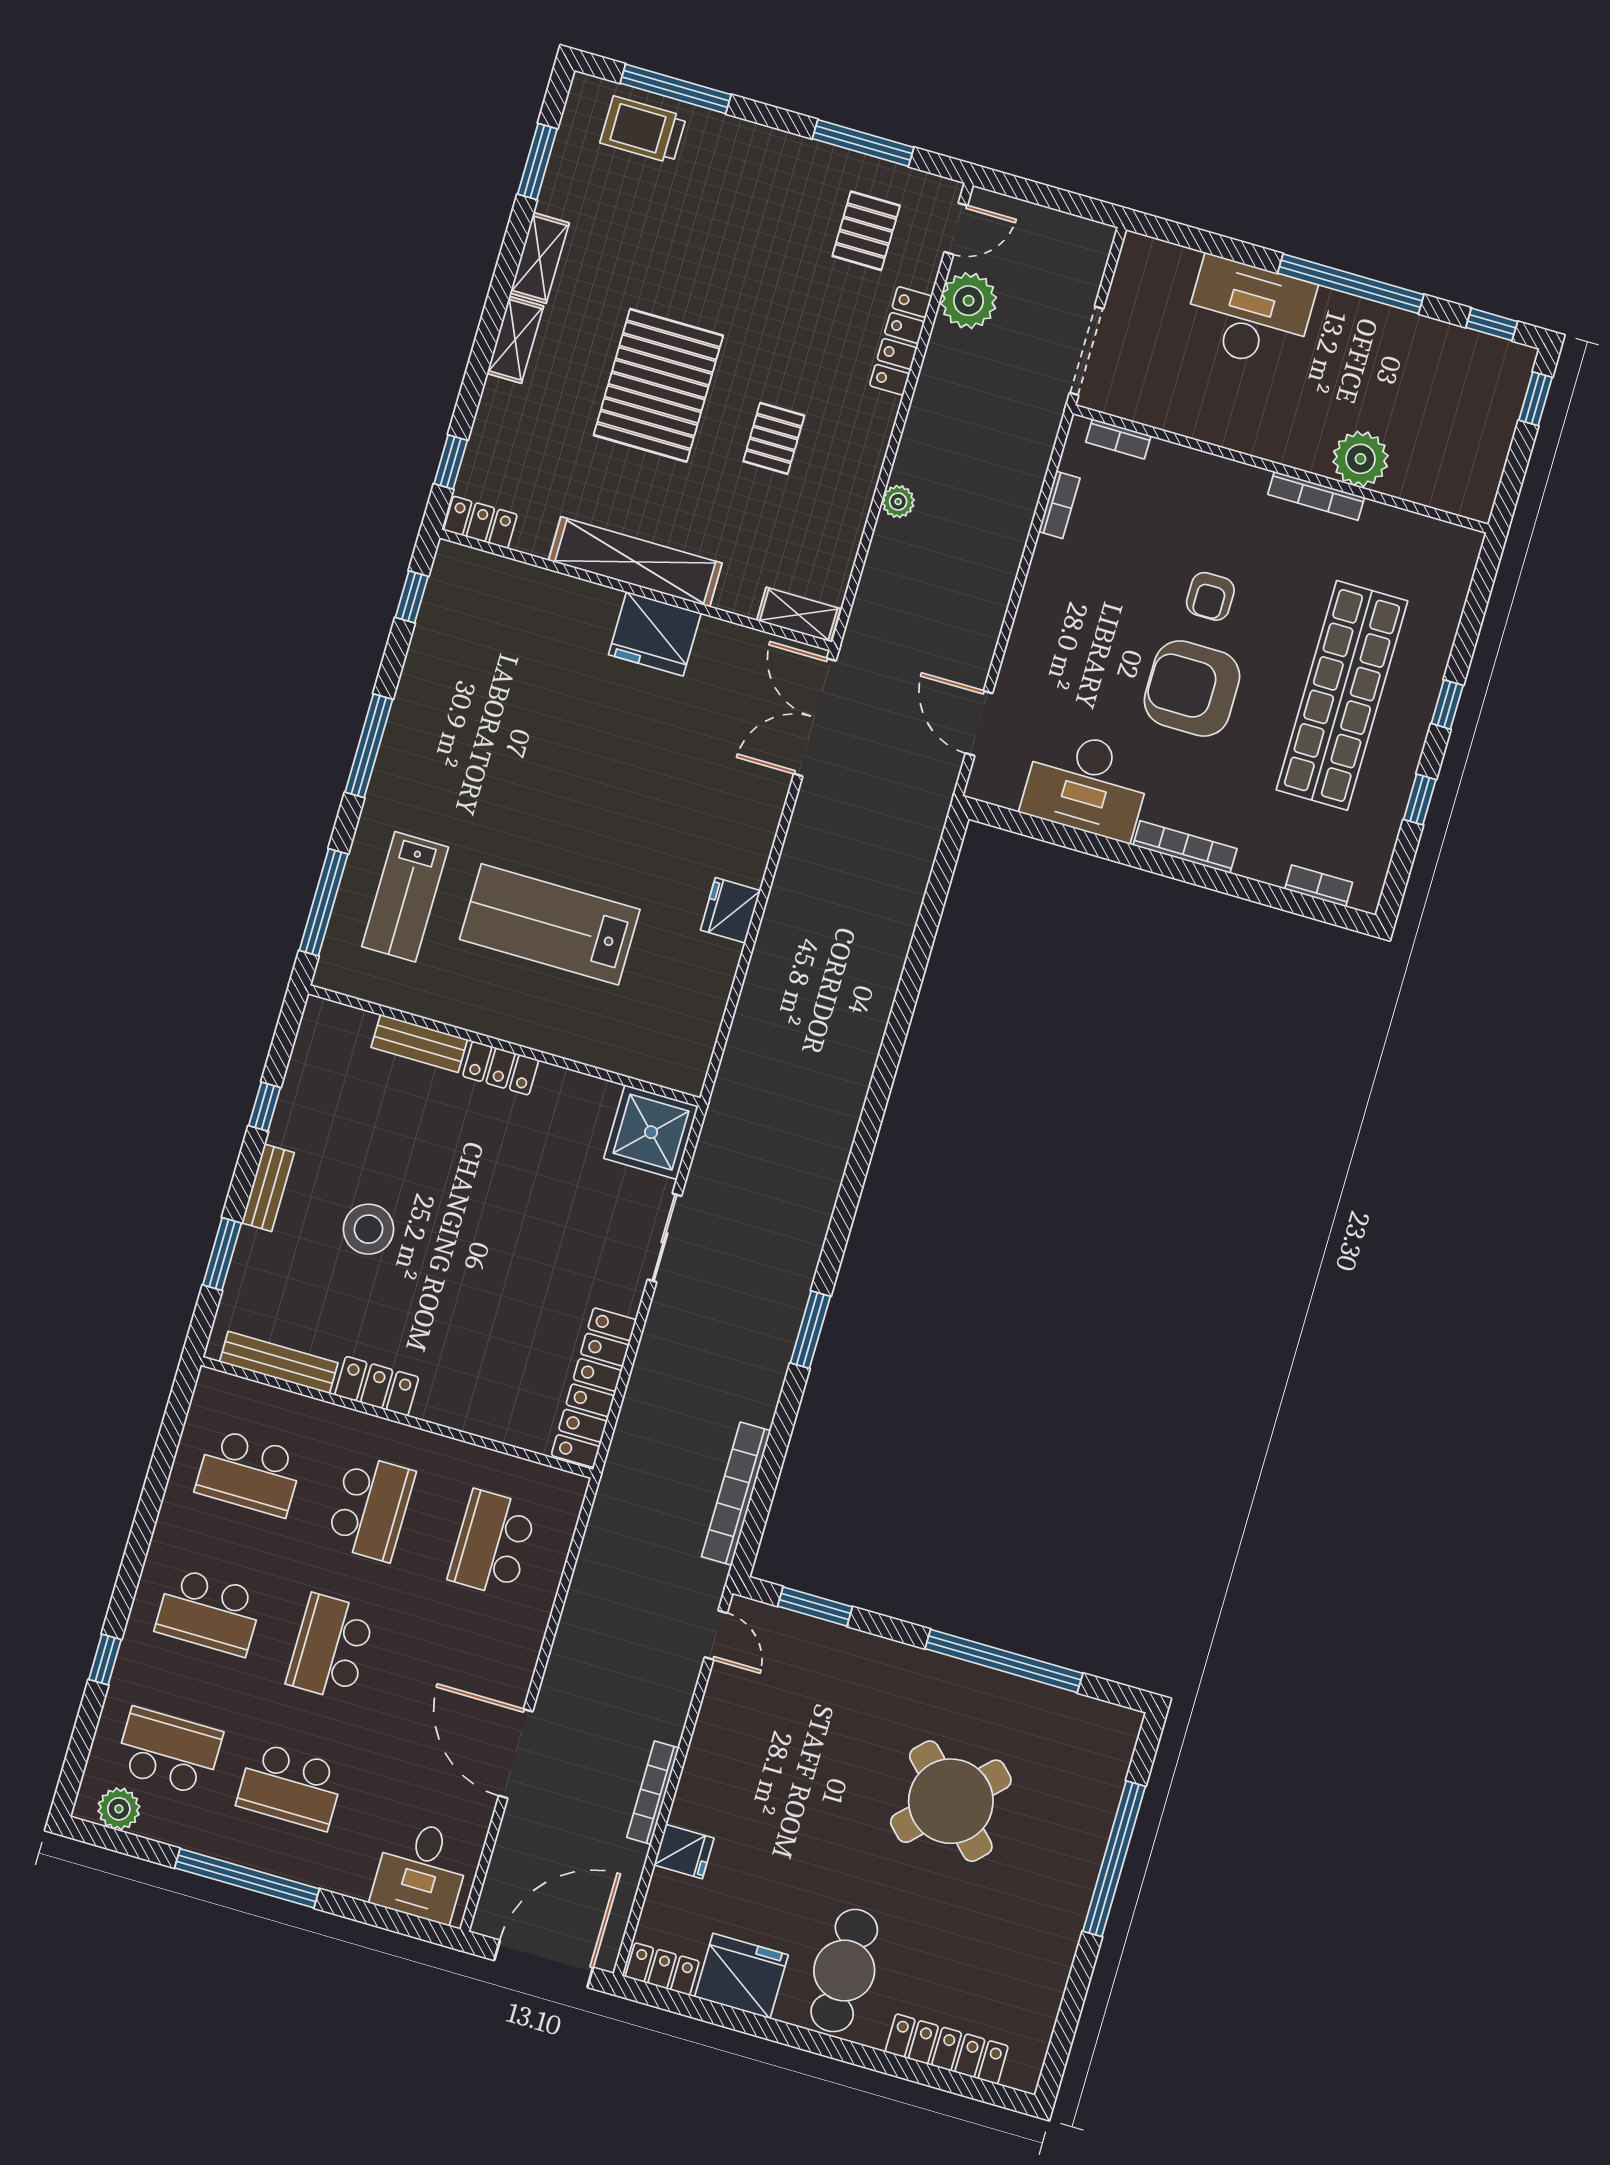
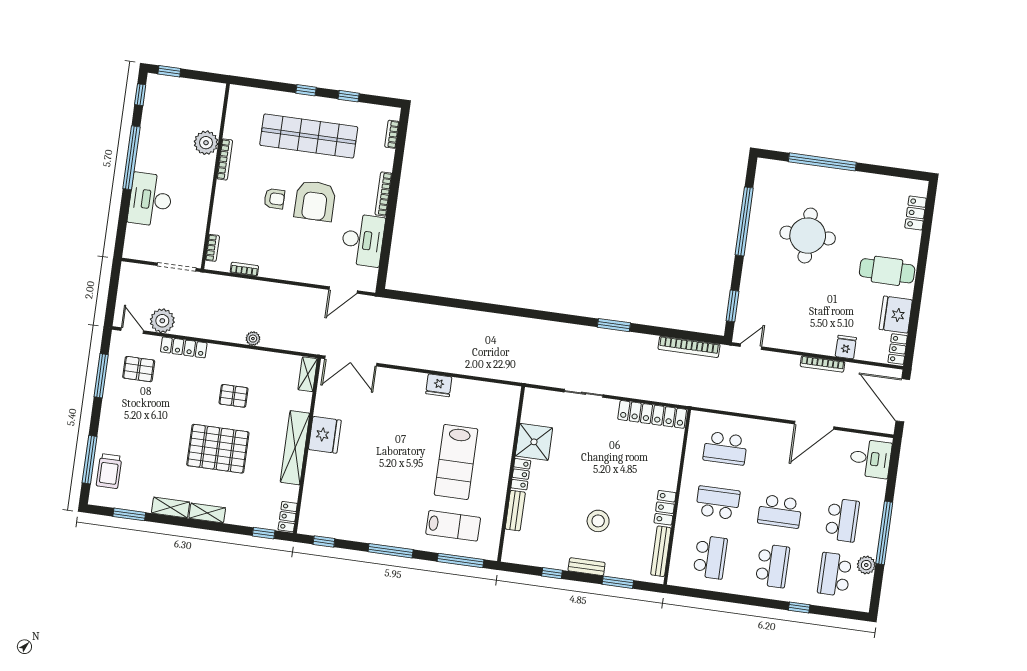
shower: (651, 1132) -> (534, 442), moved
round table: (951, 1801) -> (808, 236), turned 45
plant: (119, 1809) -> (866, 565), moved
locker: (947, 2049) -> (916, 213), width x0.66

